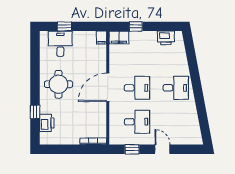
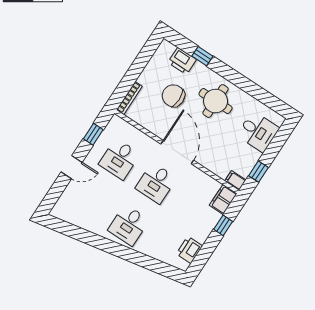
window: (64, 26) -> (258, 172), moved
chair: (73, 114) -> (173, 96), added

